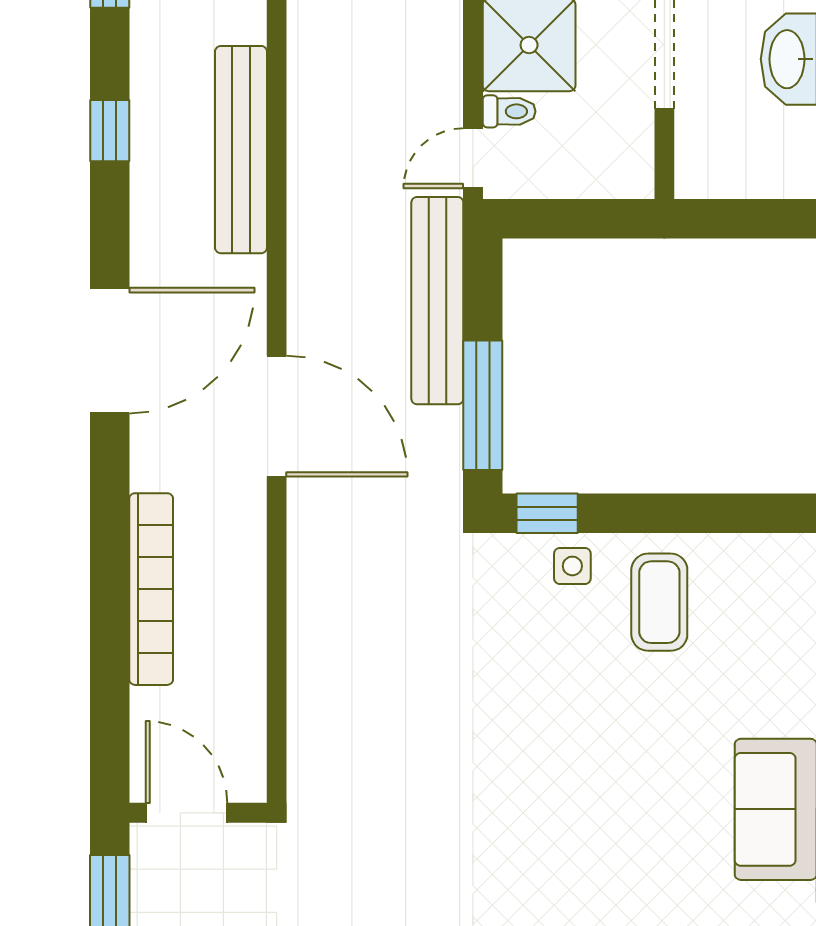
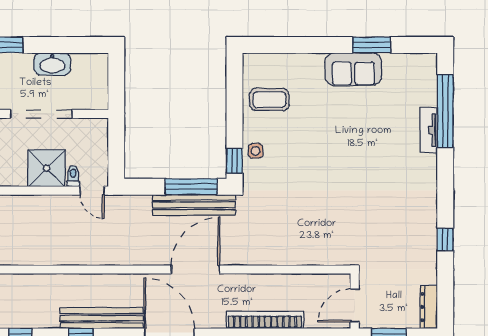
bench: (241, 150) -> (102, 318), moved
bench: (437, 301) -> (194, 205), moved
coffee table: (659, 602) -> (269, 100), moved

